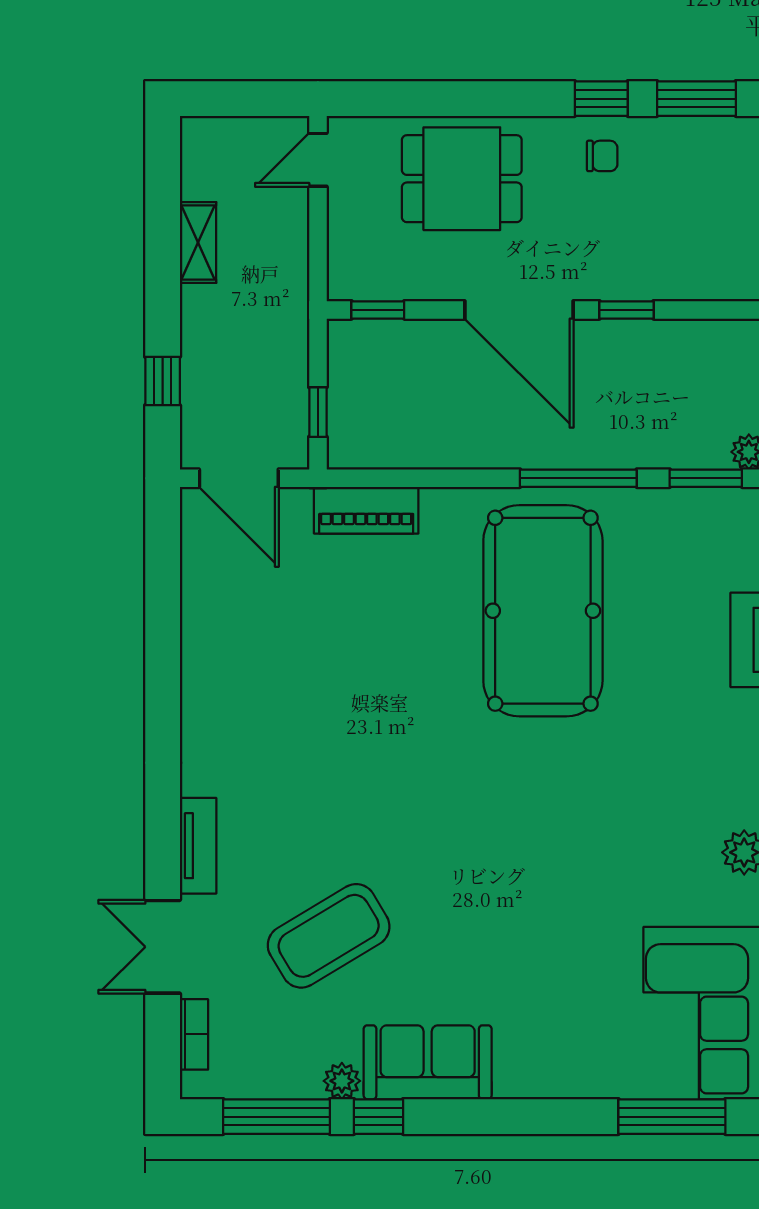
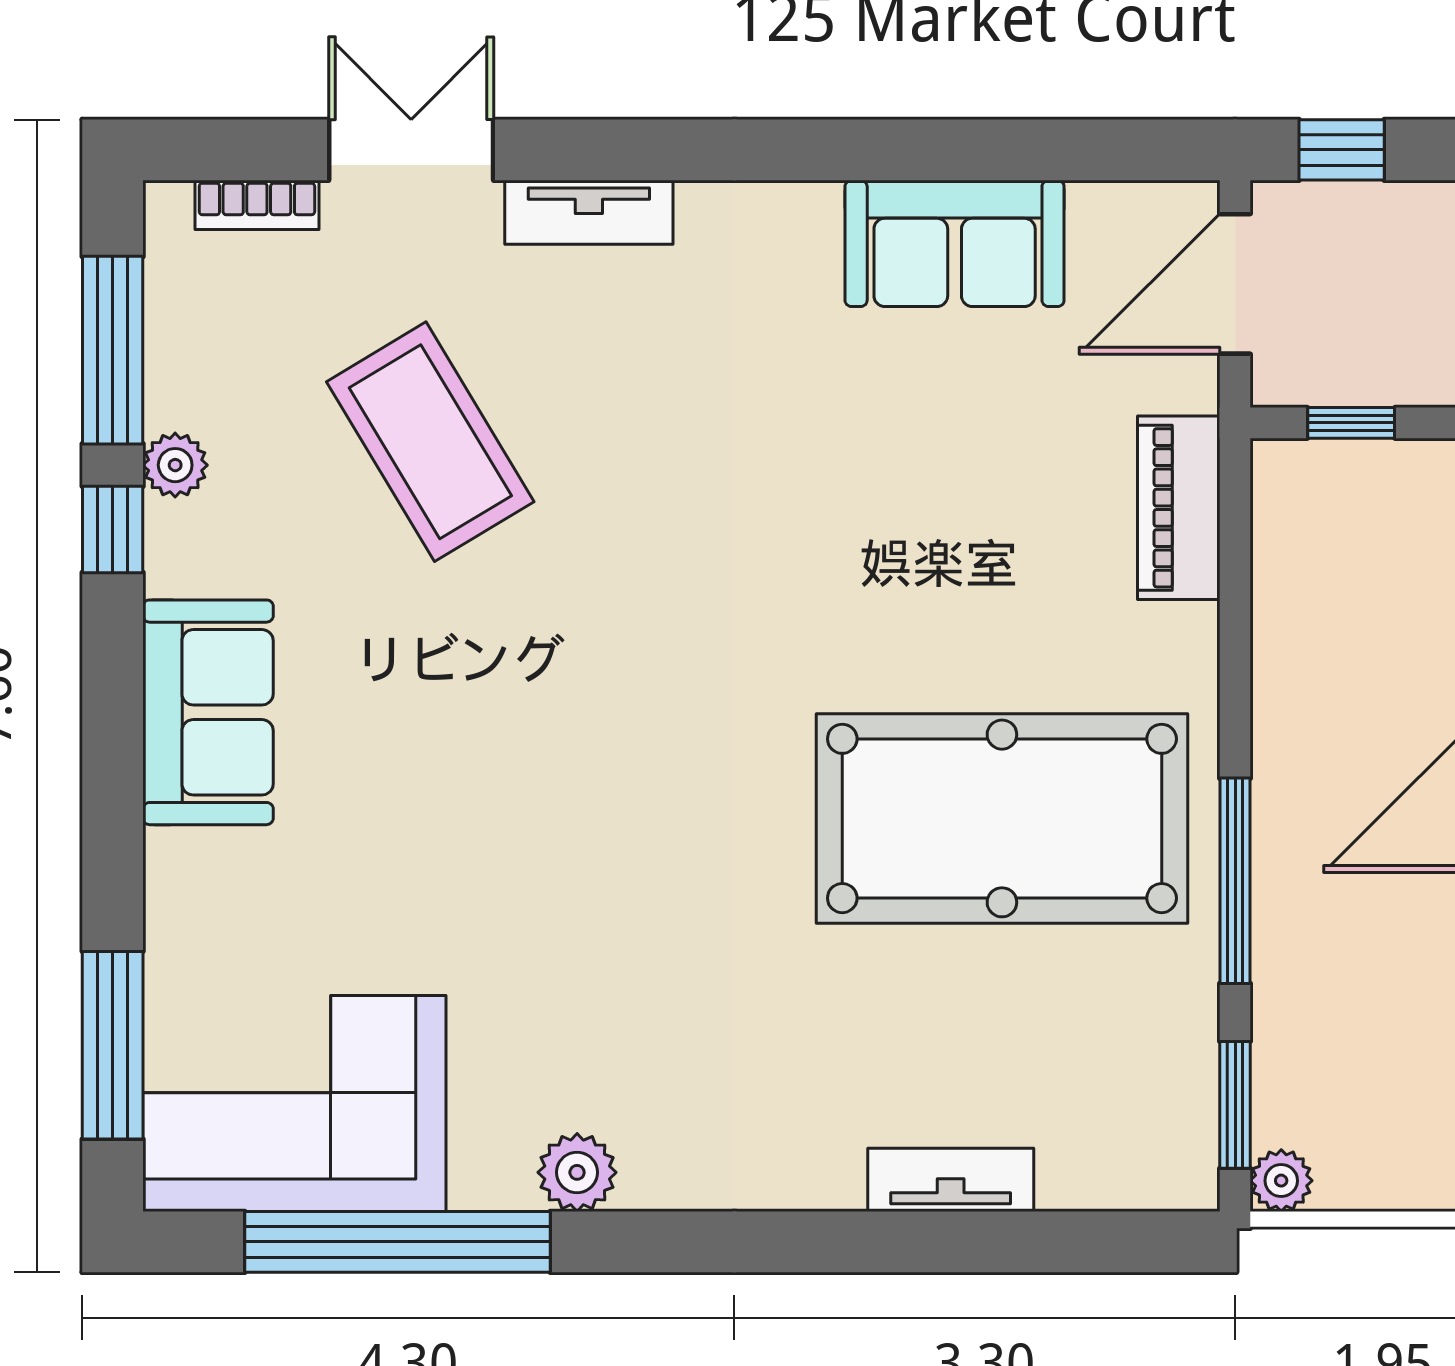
window: (163, 381) -> (1342, 150), moved
sofa: (216, 638) -> (955, 243), added
sofa: (428, 1062) -> (208, 712), moved

